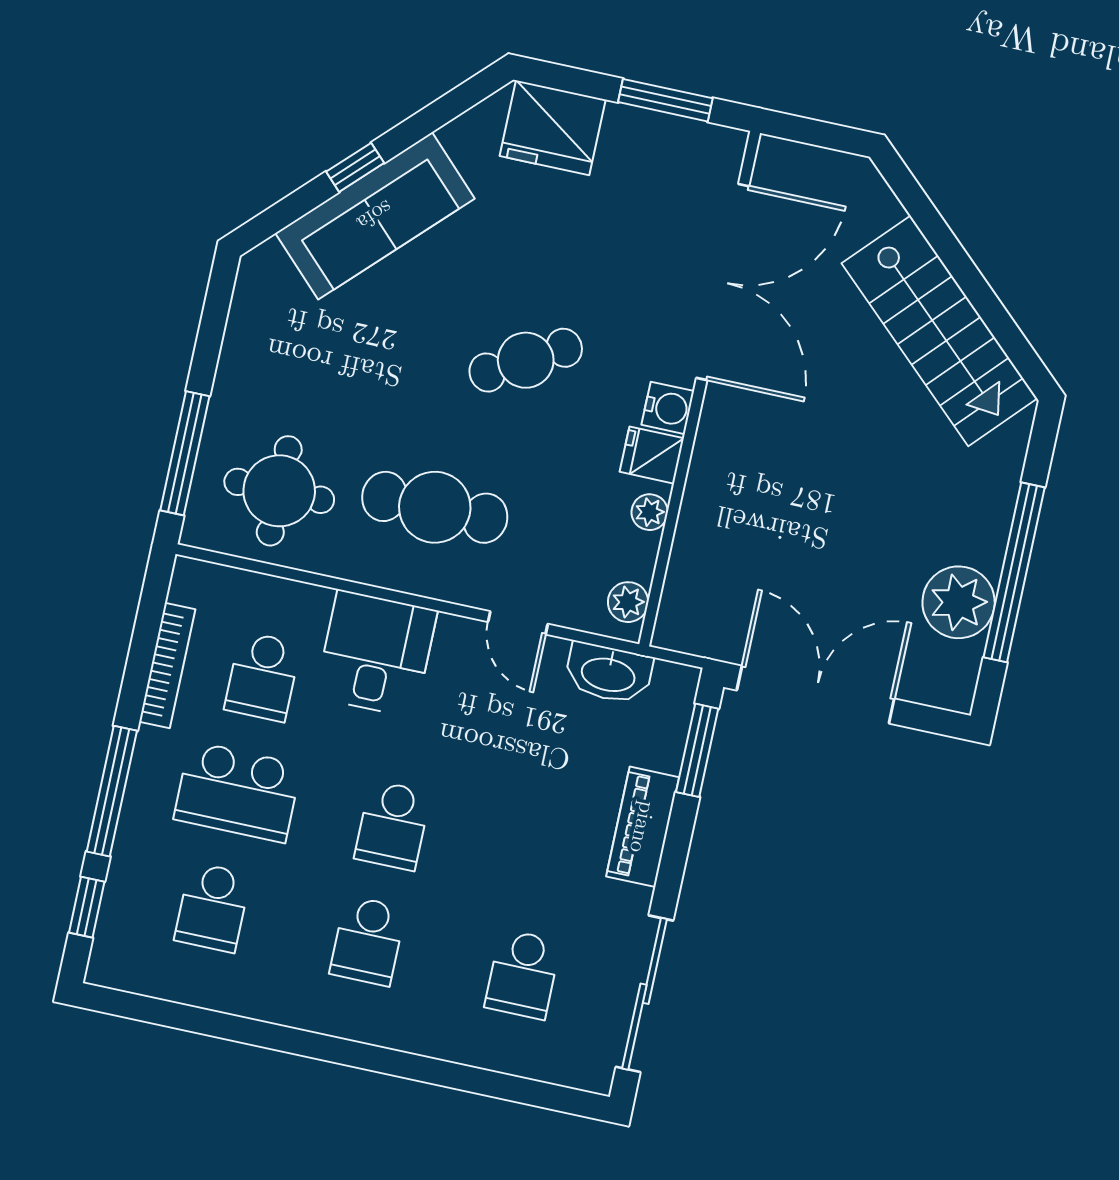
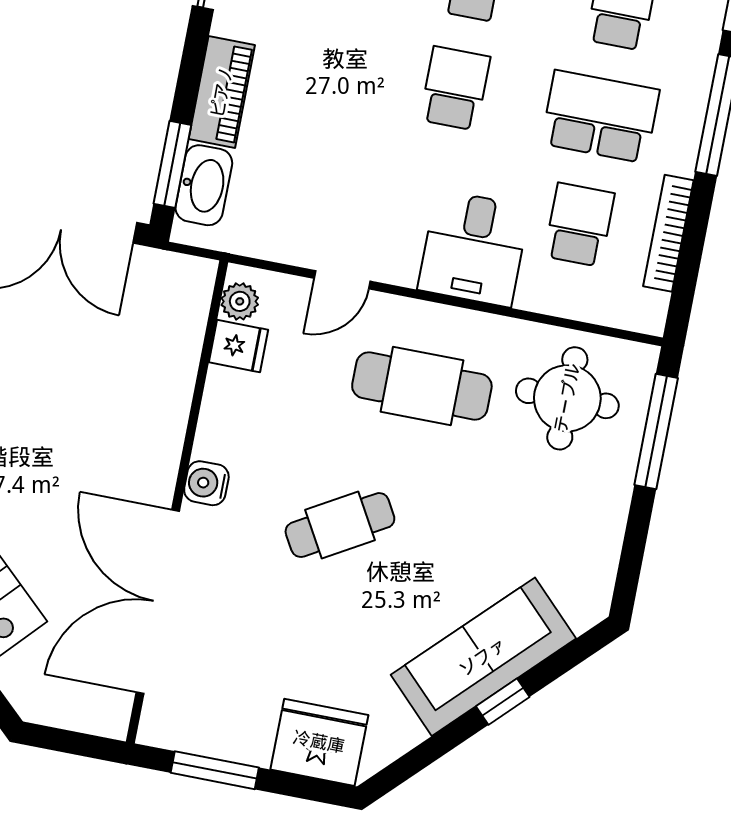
fridge: (652, 455) -> (238, 346), moved
plant: (650, 512) -> (221, 386), removed
door: (518, 623) -> (342, 280), swing flipped
washbasin: (608, 673) -> (204, 185), moved, turned 90

